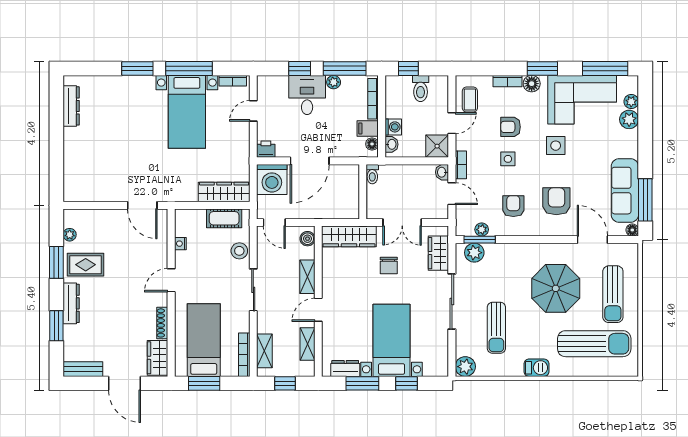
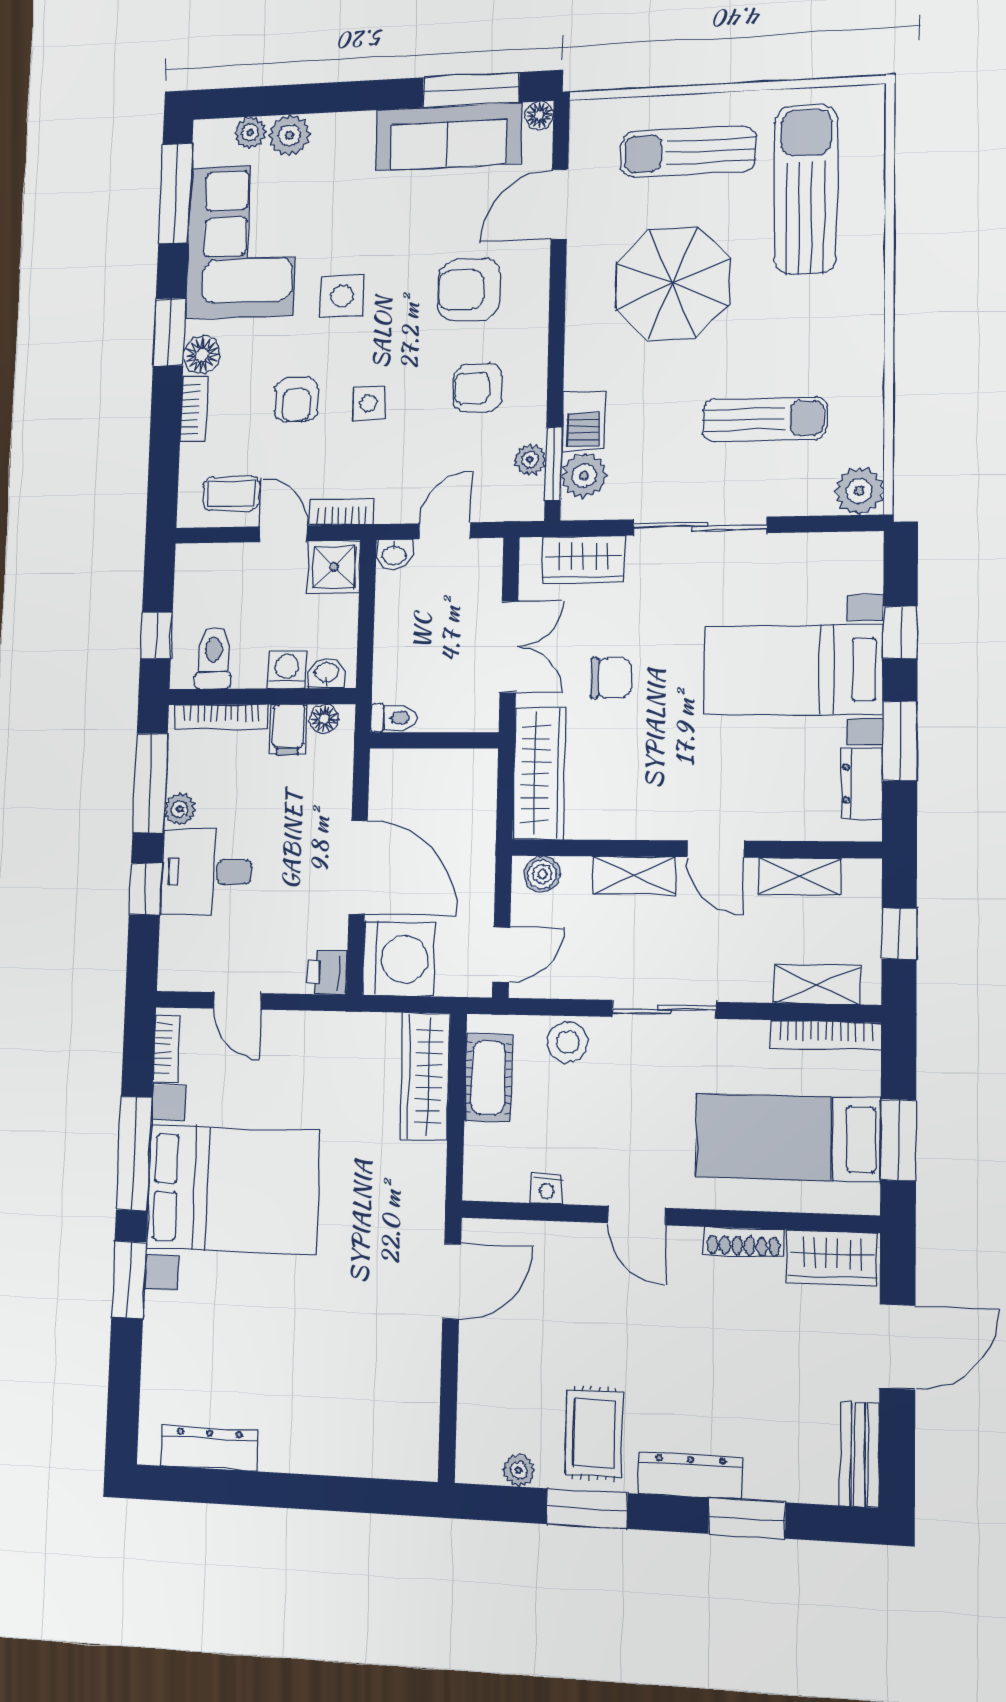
toilet: (421, 88) -> (213, 658), moved, turned -90
bed with nightstands: (187, 112) -> (233, 1189), width x1.36
bookcase: (461, 165) -> (342, 512), moved
sun lounger: (613, 294) -> (688, 152), turned 180
barbecue: (536, 368) -> (583, 421), moved, turned 180

